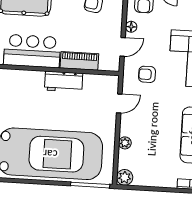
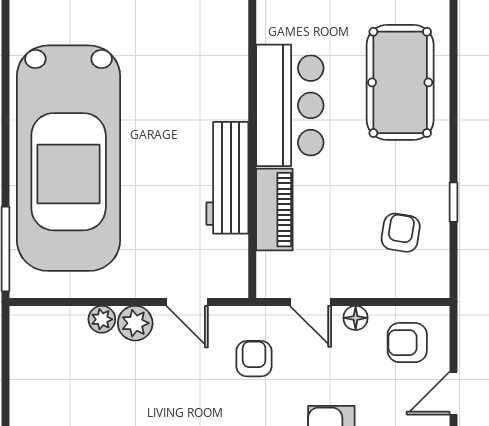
workbench: (64, 82) -> (227, 178), width x1.38
plant: (125, 177) -> (135, 323), moved

